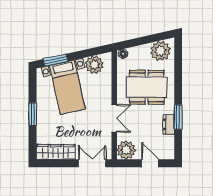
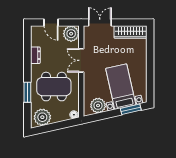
window: (33, 114) -> (150, 64), removed
window: (178, 117) -> (27, 92), moved
double door: (92, 163) -> (100, 23), swing flipped

